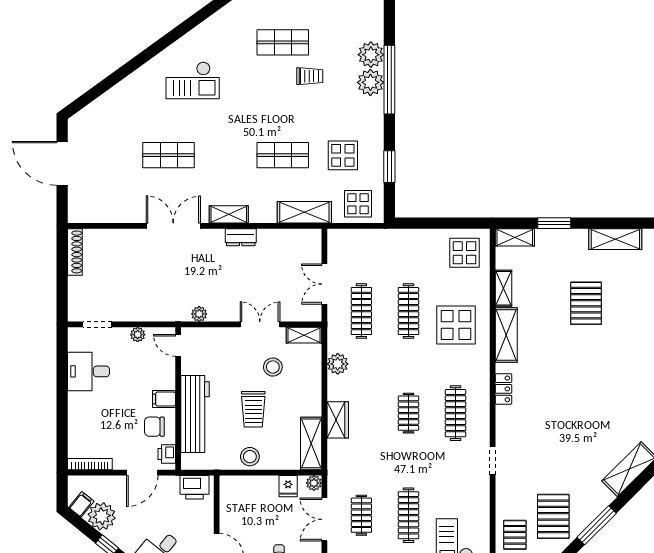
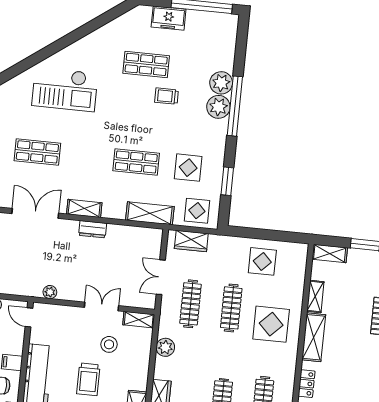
trolley: (310, 76) -> (167, 96), turned 180
checkout: (193, 80) -> (65, 89), width x1.36, depth x1.21
wardrobe: (355, 239) -> (191, 241), added
display table: (464, 253) -> (262, 261), moved

